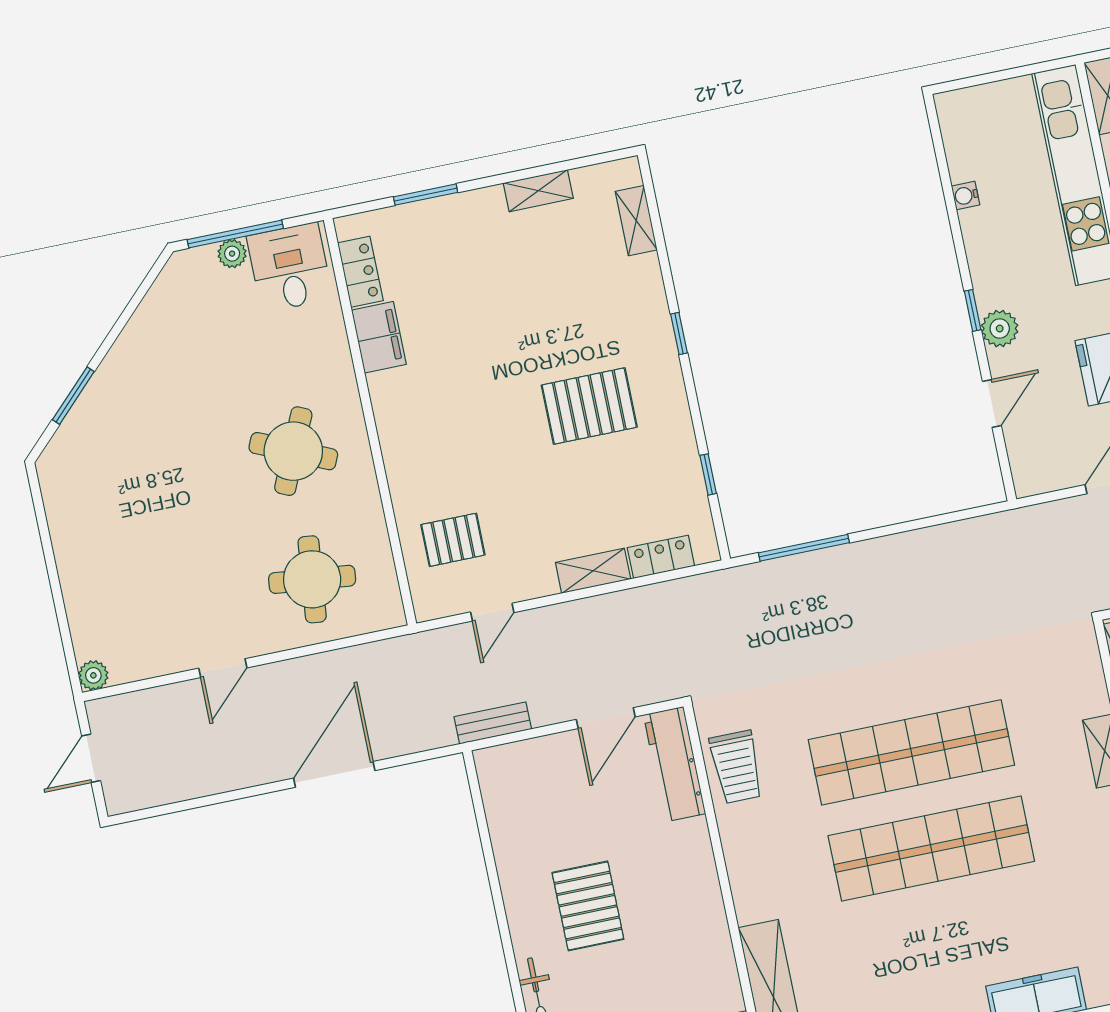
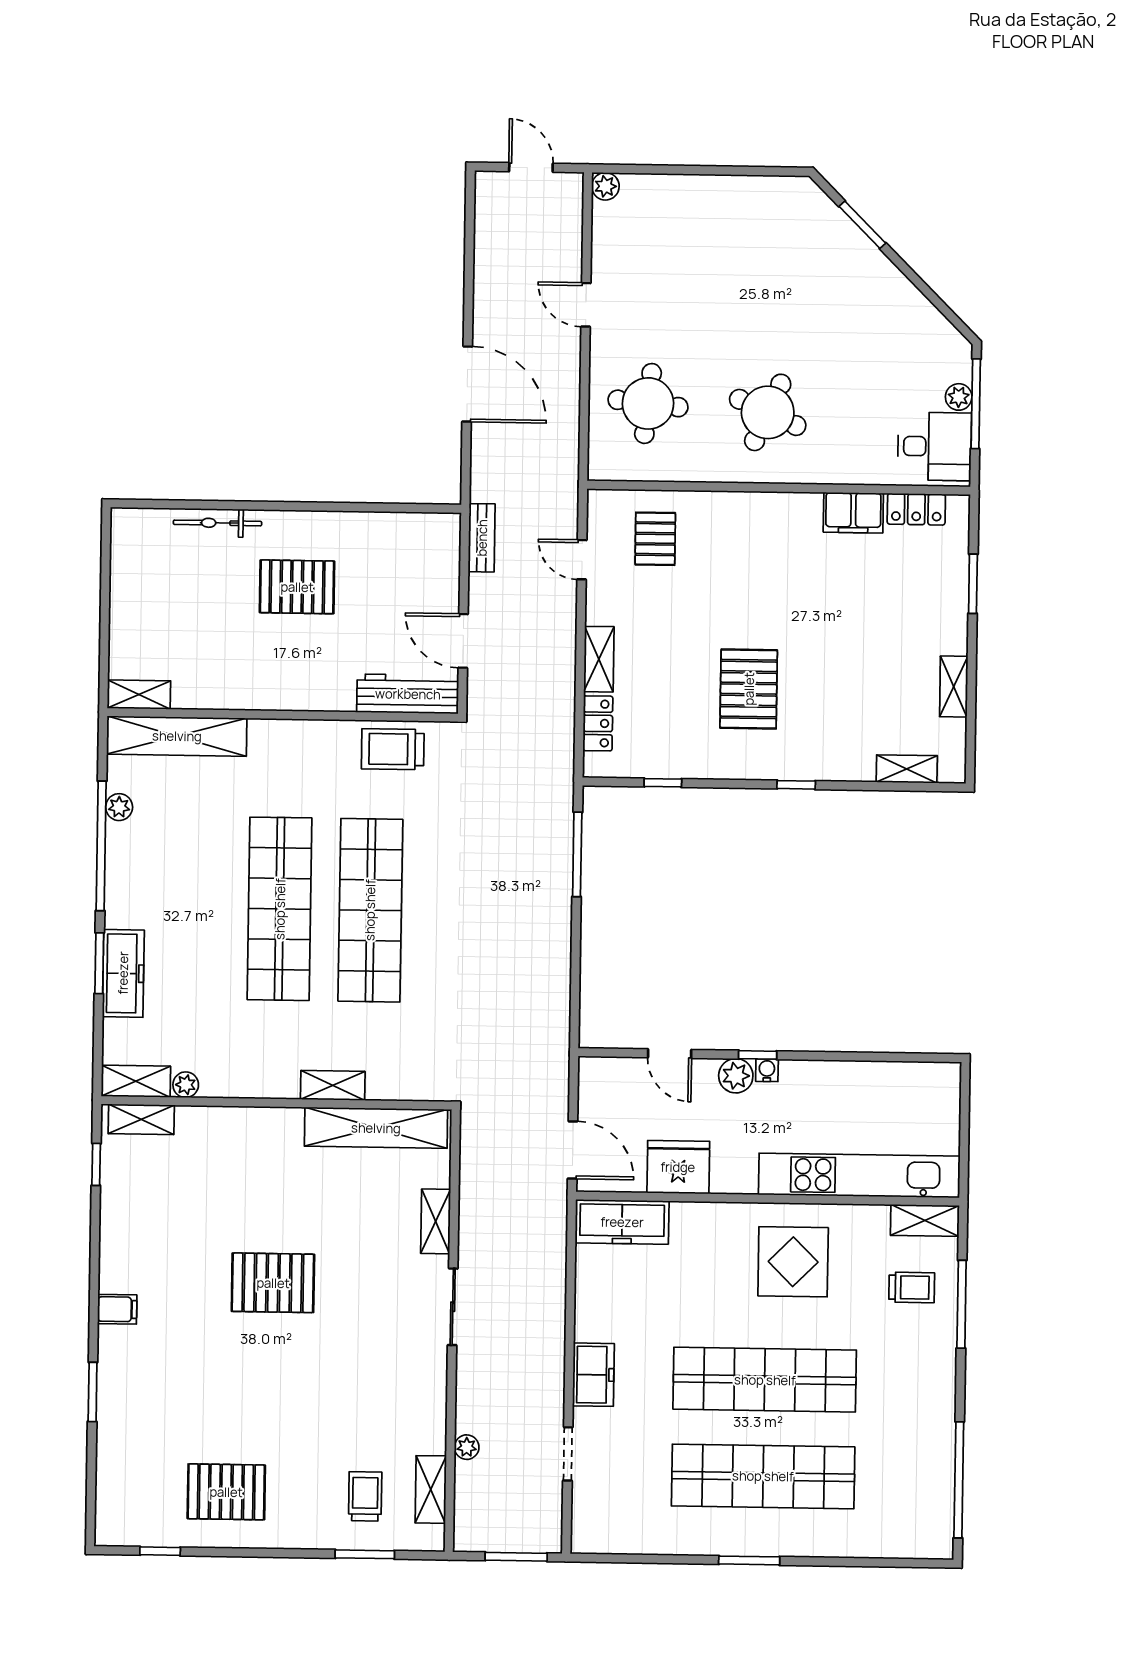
water cooler: (966, 195) -> (767, 1070), moved

